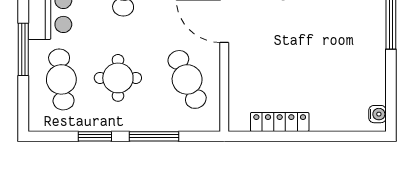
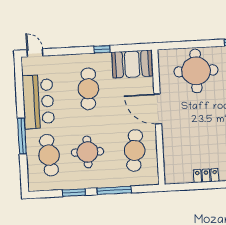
cafe table: (187, 79) -> (135, 150), turned 30
locker: (280, 122) -> (206, 176), width x0.66

